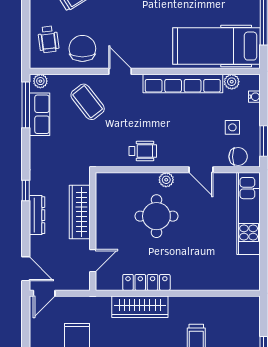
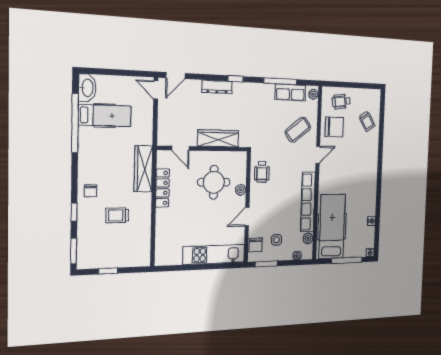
window: (26, 105) -> (280, 81), moved
wardrobe: (80, 212) -> (218, 138), moved
wall: (93, 232) -> (203, 149), moved
door: (93, 261) -> (181, 148), moved
locker: (146, 282) -> (162, 188), moved

